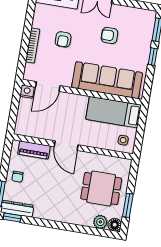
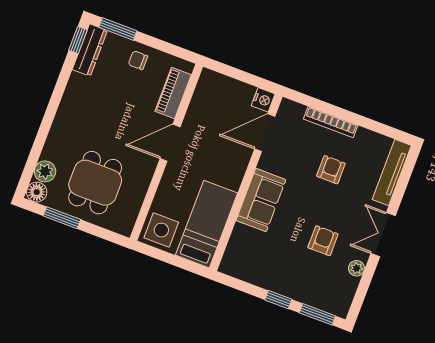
plant: (123, 11) -> (357, 268), added
armchair: (63, 39) -> (331, 170), turned 90
sofa: (107, 80) -> (261, 200), width x0.54, depth x0.79
door: (48, 86) -> (265, 133), hinge flipped
side table: (123, 140) -> (161, 230), width x1.87, depth x1.87

